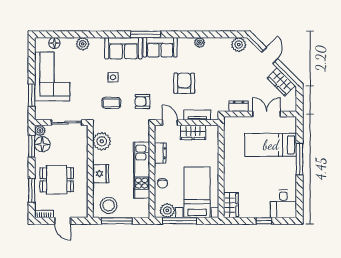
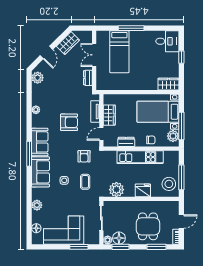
door: (270, 55) -> (46, 52), swing flipped
armchair: (184, 83) -> (69, 122), turned 180

